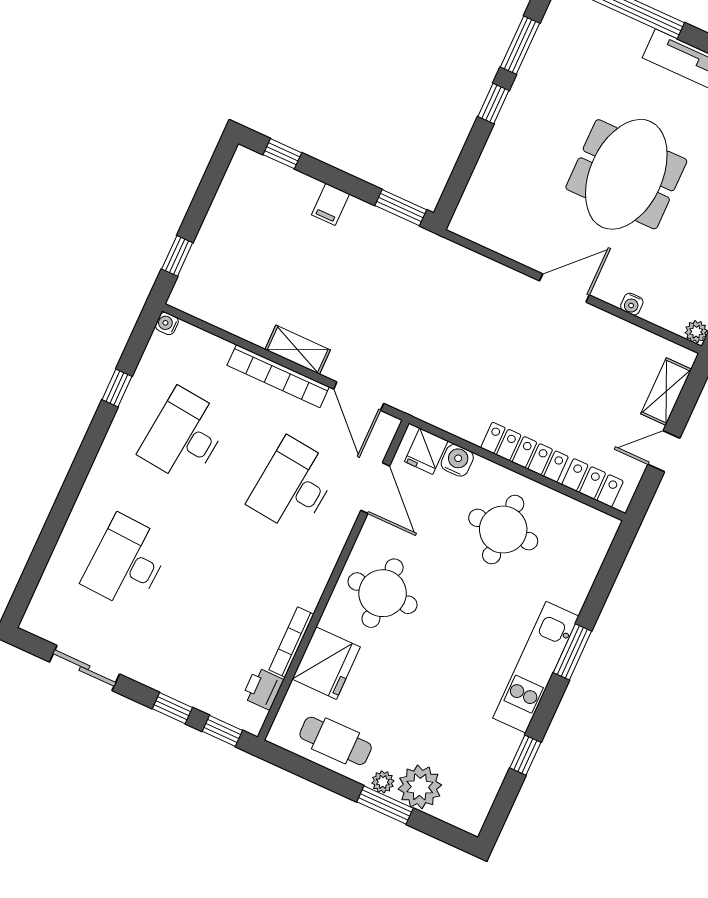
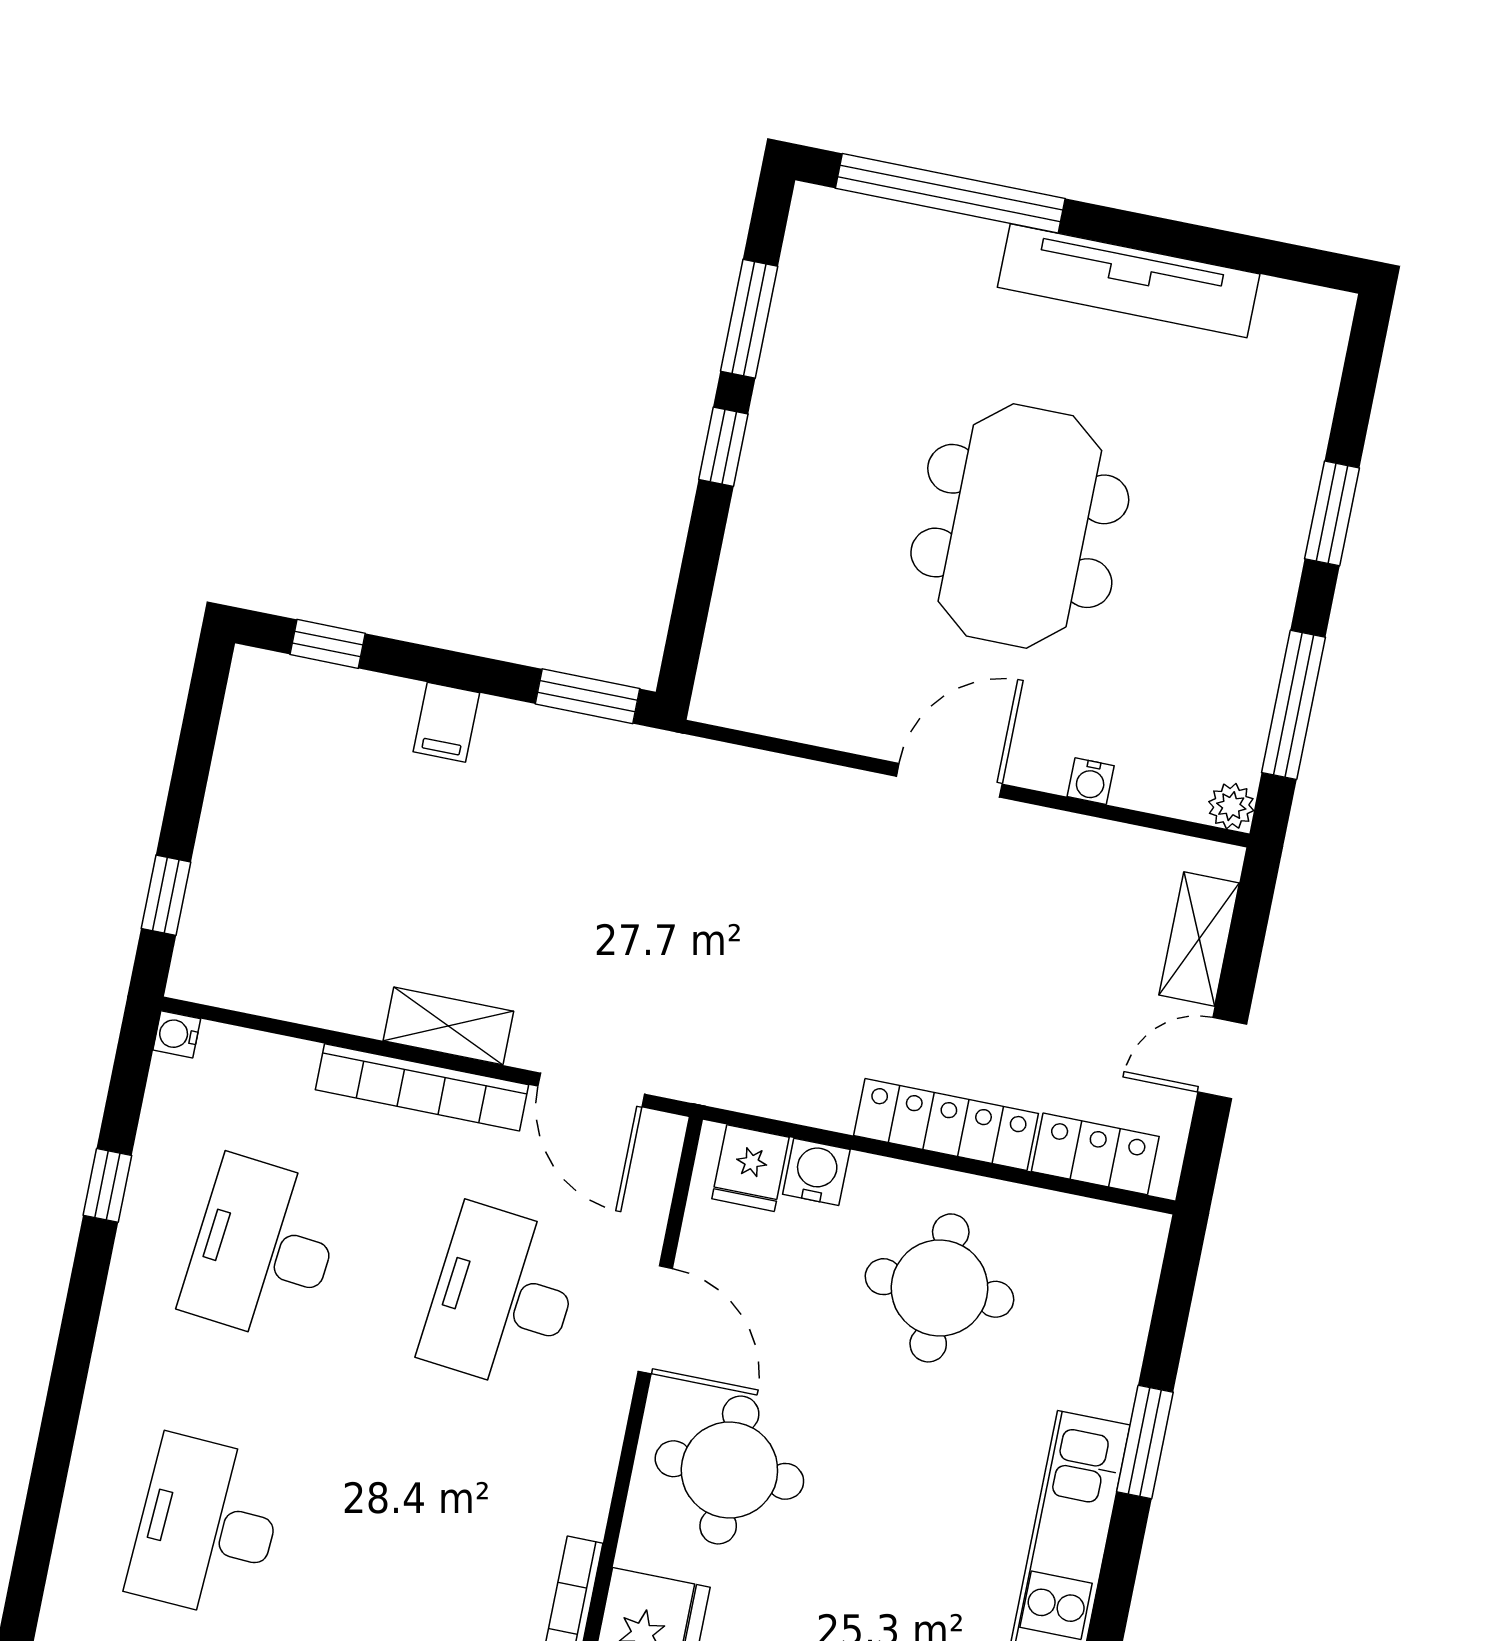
door: (375, 488) -> (655, 1320), moved
window: (572, 652) -> (1145, 1442), moved

